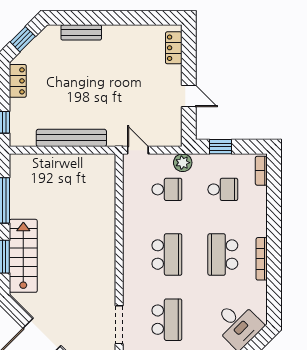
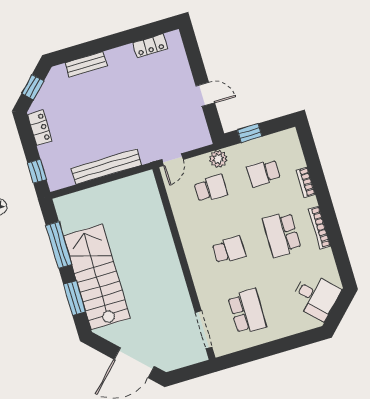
locker: (174, 48) -> (150, 46), moved, turned -90
door: (138, 150) -> (172, 160), swing flipped
bookcase: (261, 171) -> (306, 182), moved
school desk: (223, 189) -> (264, 173), turned 180
school desk: (167, 255) -> (229, 250), width x0.54
stairs: (23, 256) -> (97, 277), width x1.36, depth x1.51

